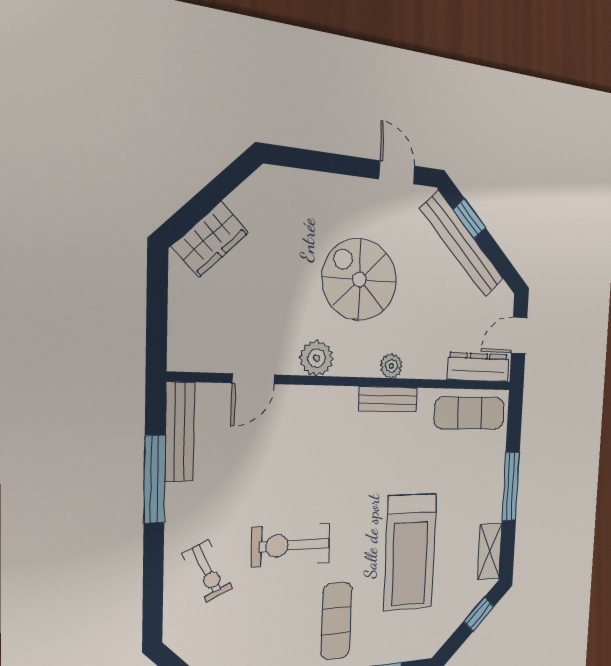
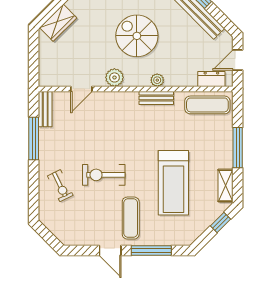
dresser: (478, 367) -> (211, 79), width x0.70
bench: (180, 432) -> (45, 109), width x0.73

